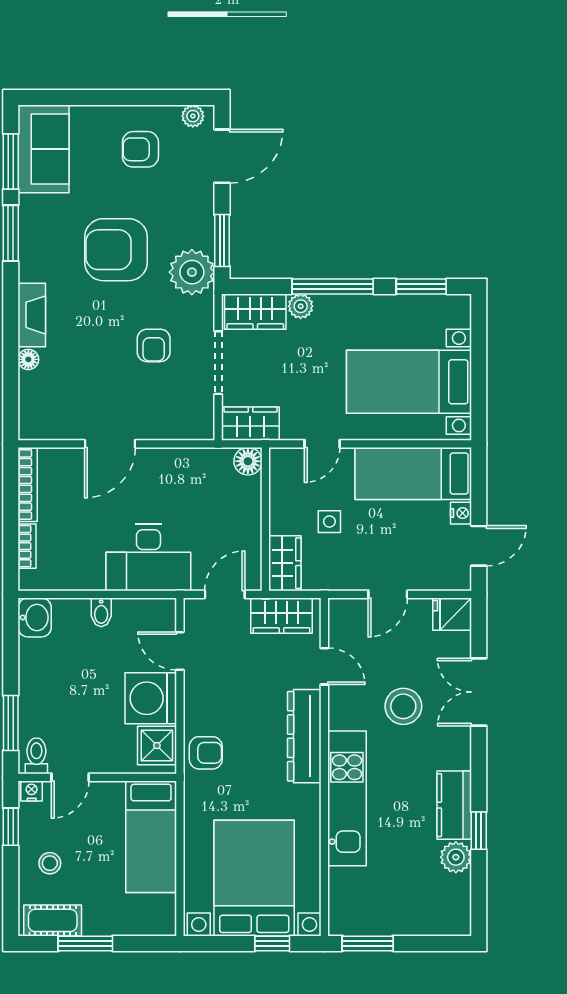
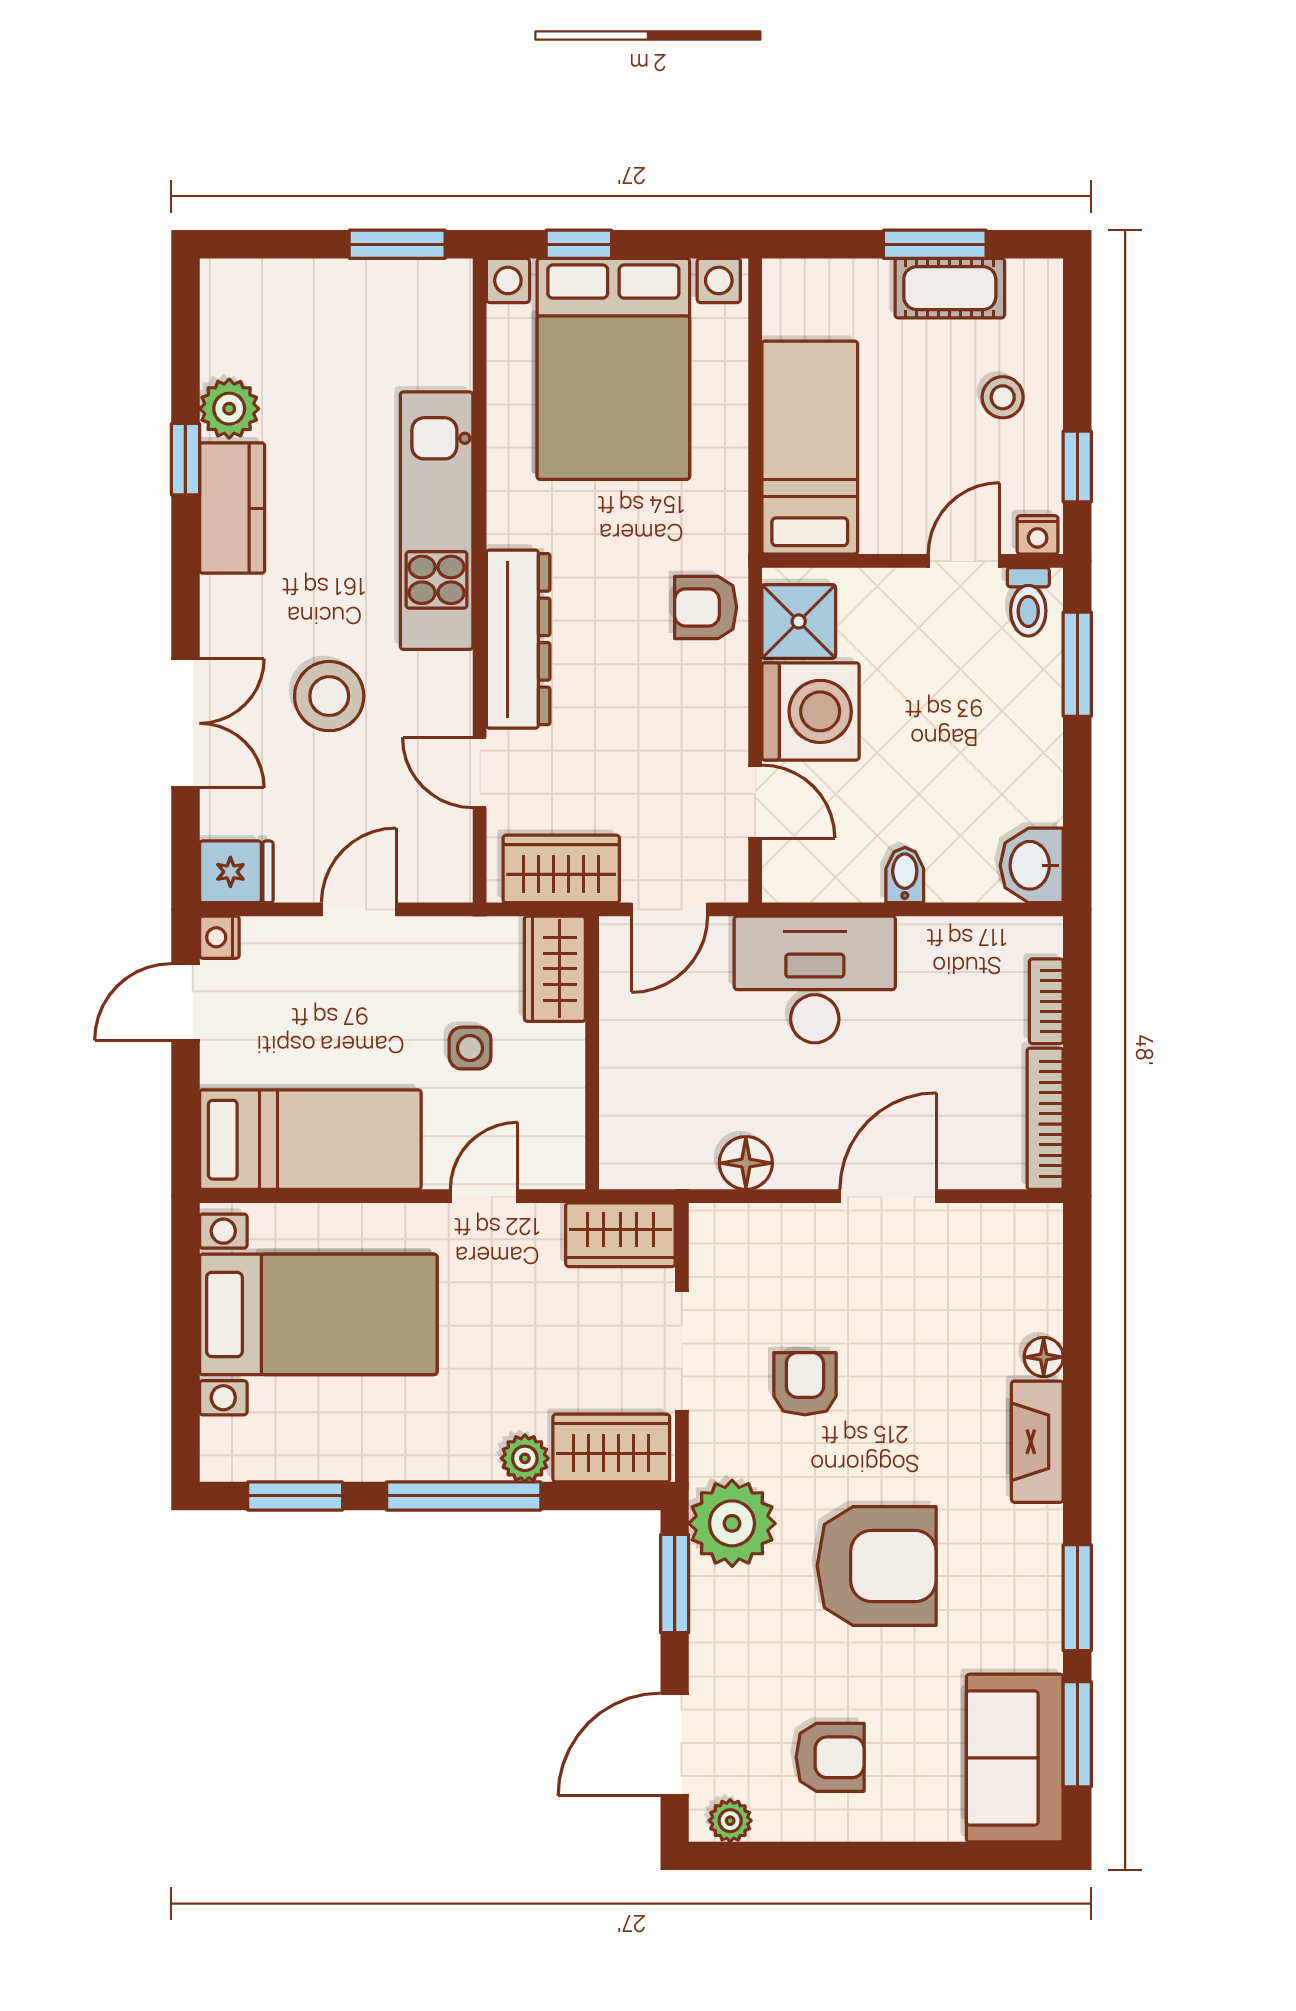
floor lamp: (248, 461) -> (746, 1163), moved
nightstand: (461, 513) -> (219, 937), moved
cot: (53, 920) -> (950, 288), moved

